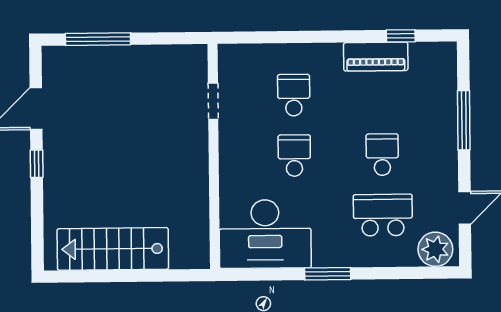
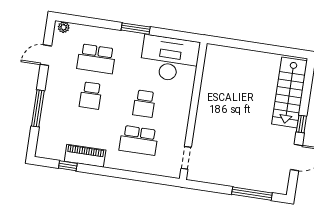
school desk: (294, 95) -> (139, 140), width x1.85
doorway: (213, 101) -> (186, 158), moved
stairs: (113, 249) -> (289, 92), moved, turned 90
plant: (435, 249) -> (64, 27), width x0.53, depth x0.53

